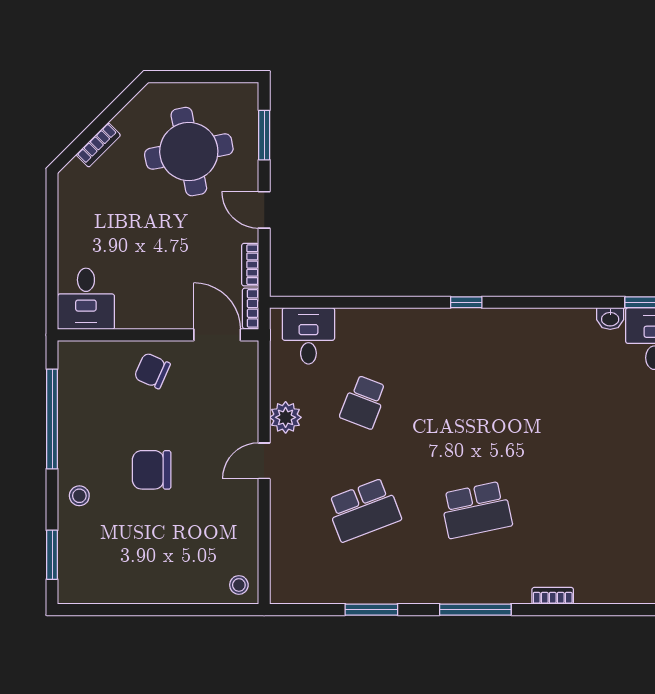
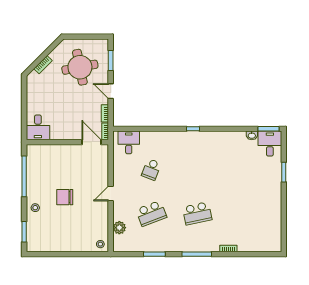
chair: (152, 371) -> (65, 157), removed
plant: (286, 417) -> (119, 228), moved

